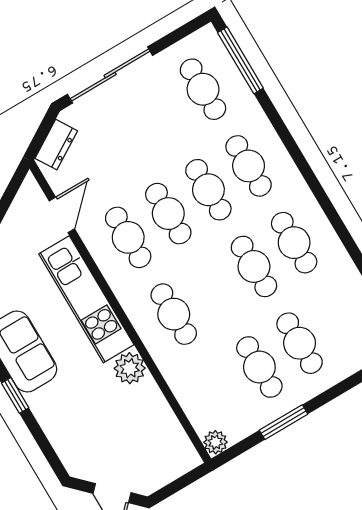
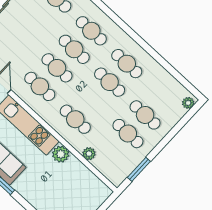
window: (284, 422) -> (139, 169), moved
plant: (215, 442) -> (89, 154), moved

